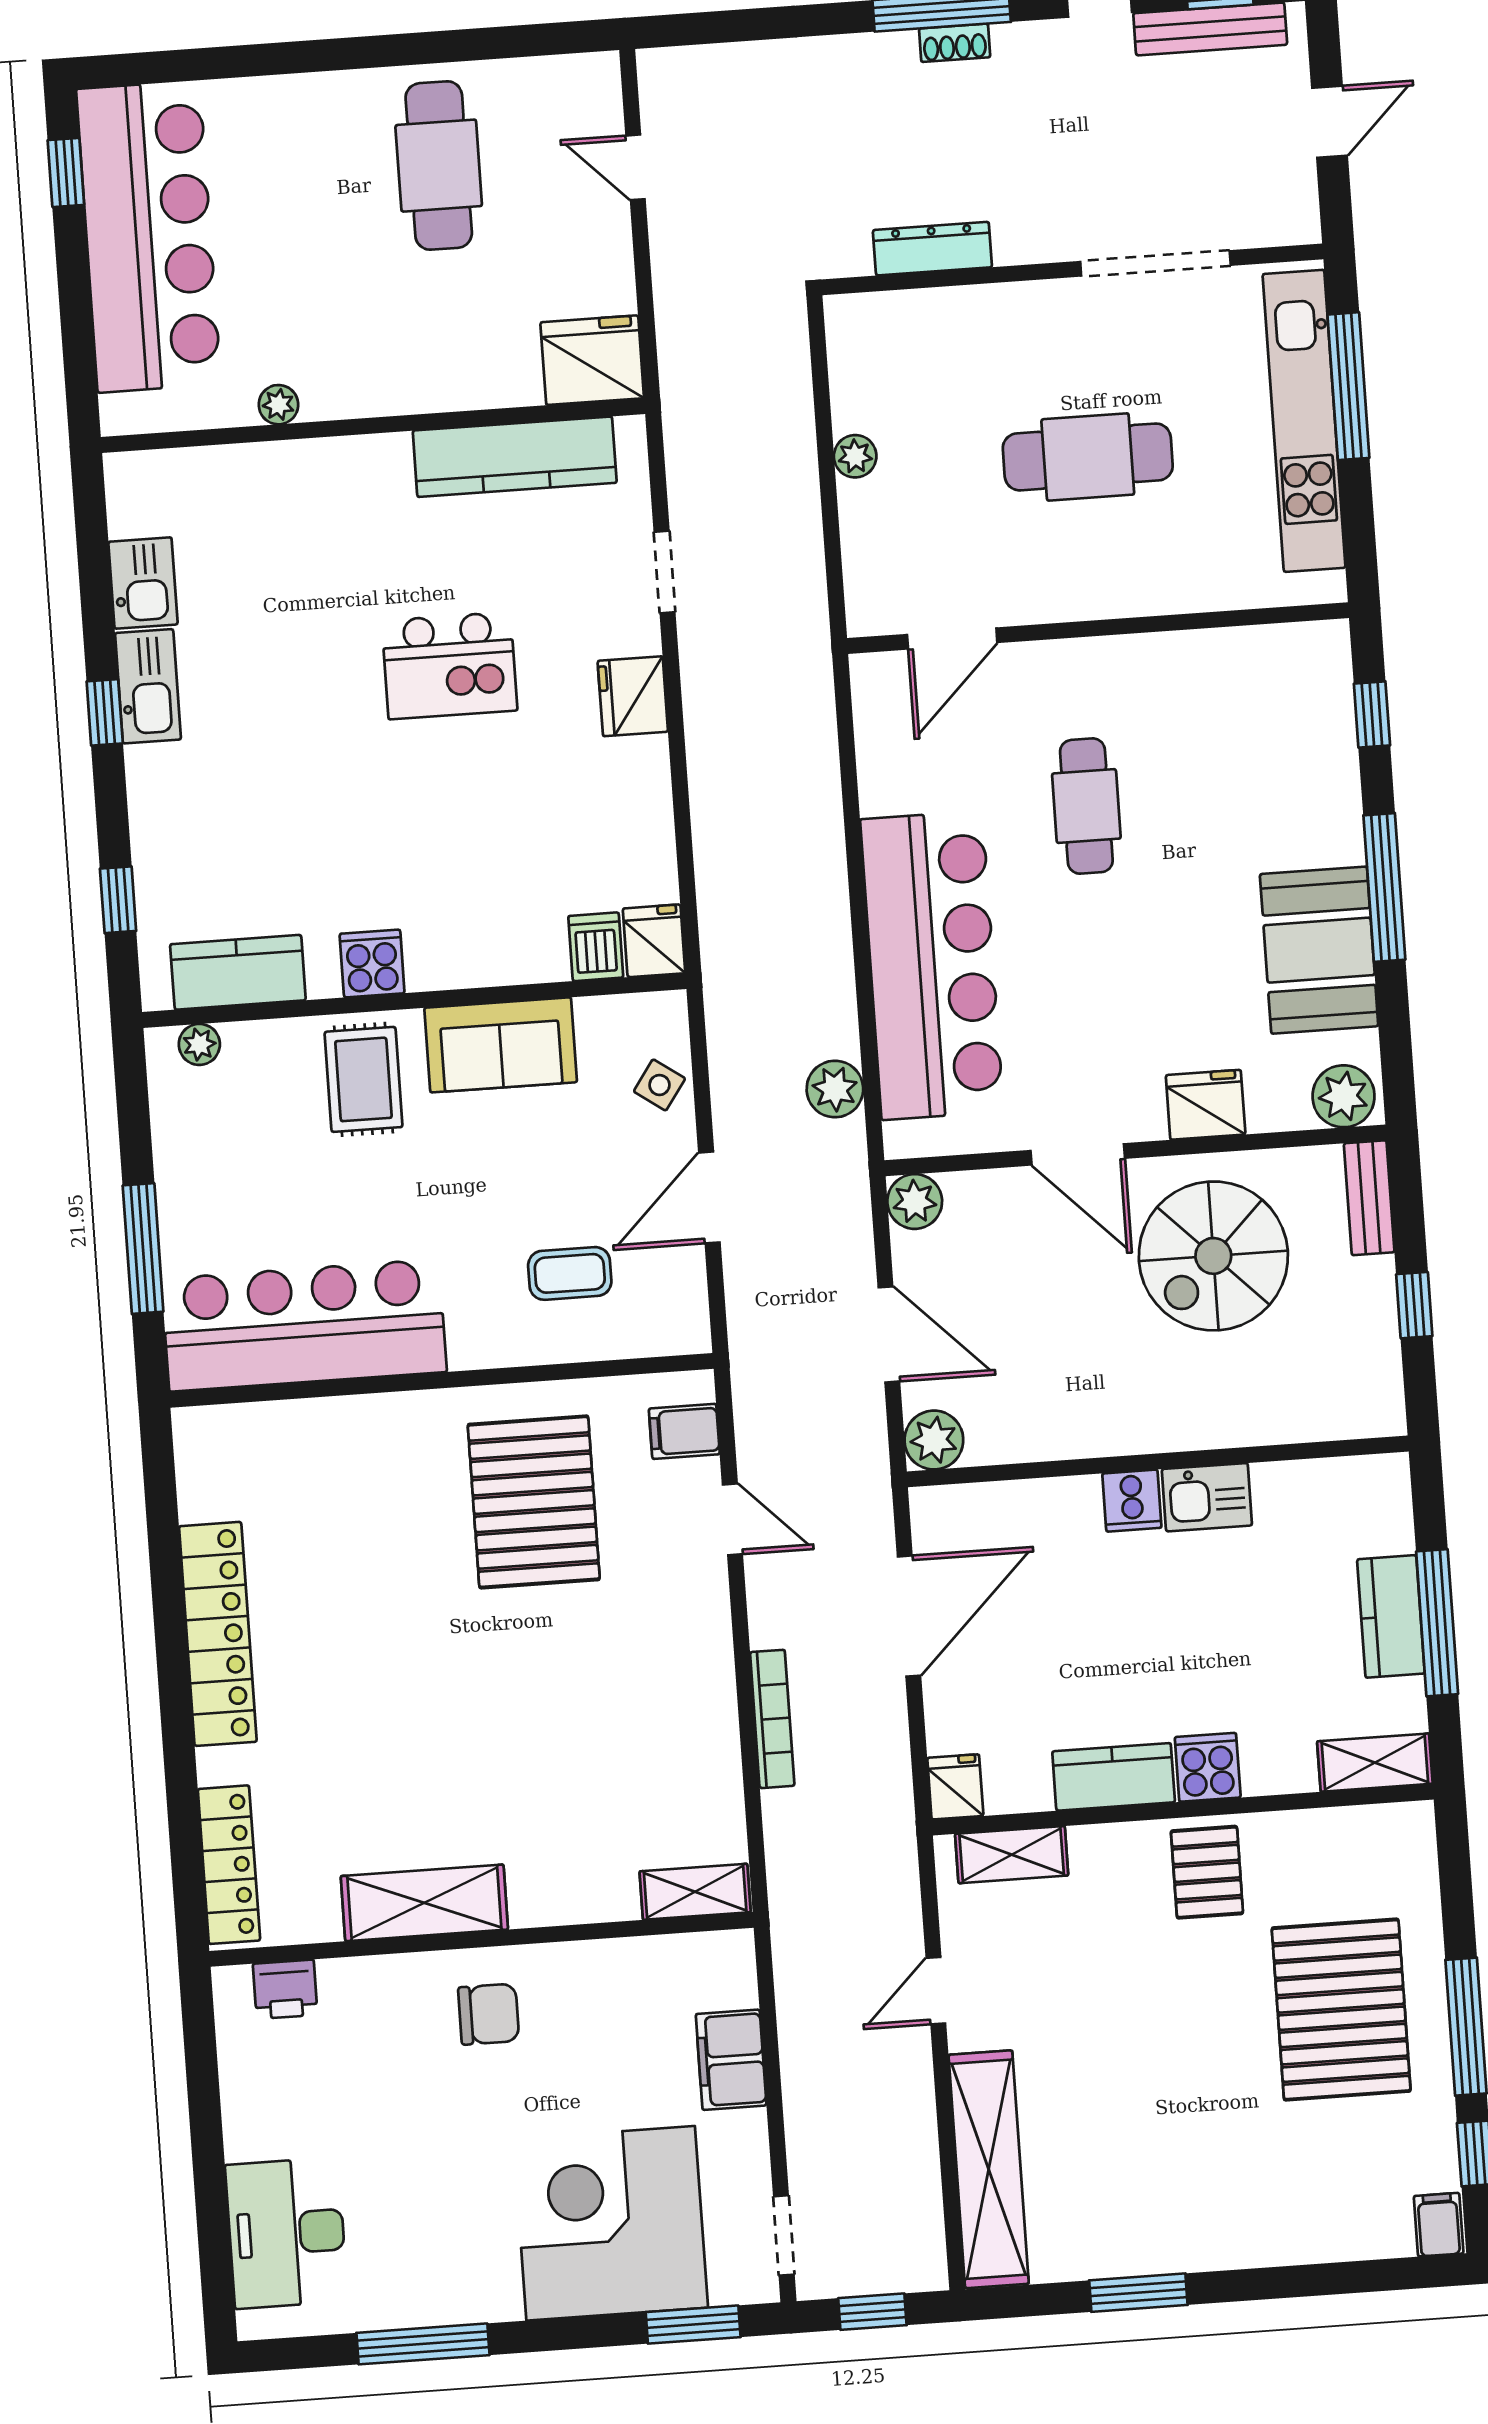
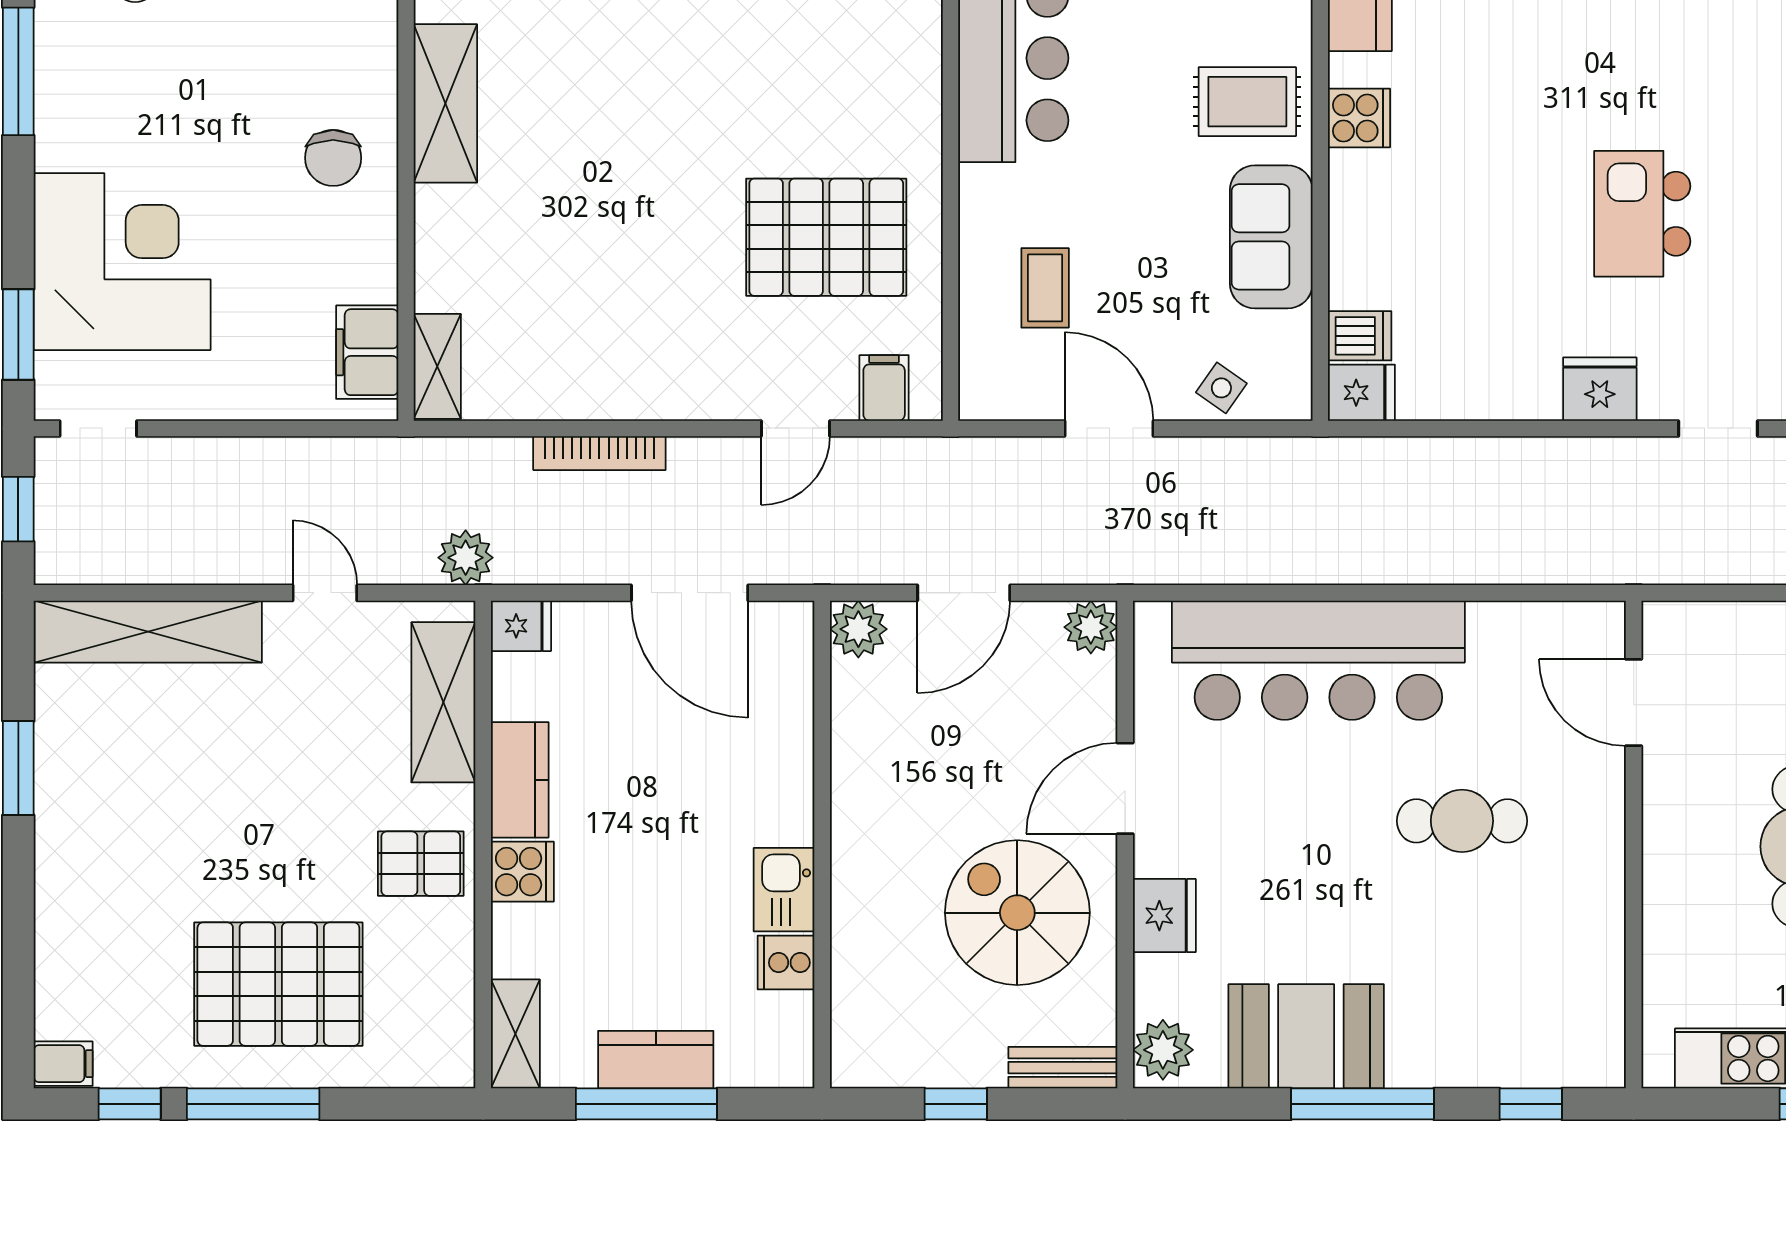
plant: (835, 1089) -> (466, 558), moved
cooker: (1132, 1501) -> (786, 963), moved
shelving: (1012, 1855) -> (443, 702), width x1.50, depth x1.33
filing cabinet: (731, 2060) -> (367, 352), moved, turned -90

